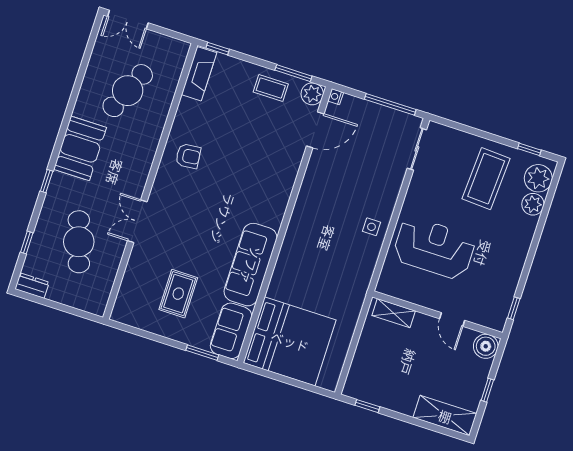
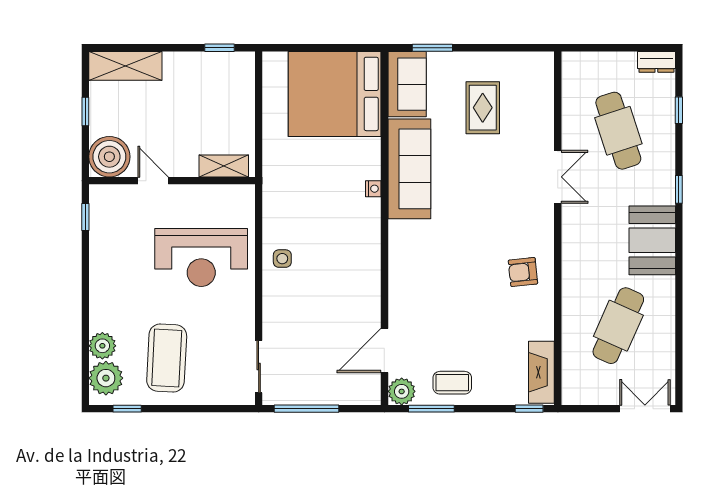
nightstand: (336, 97) -> (373, 189), moved
boiler: (486, 346) -> (109, 157), width x1.37, depth x1.37

